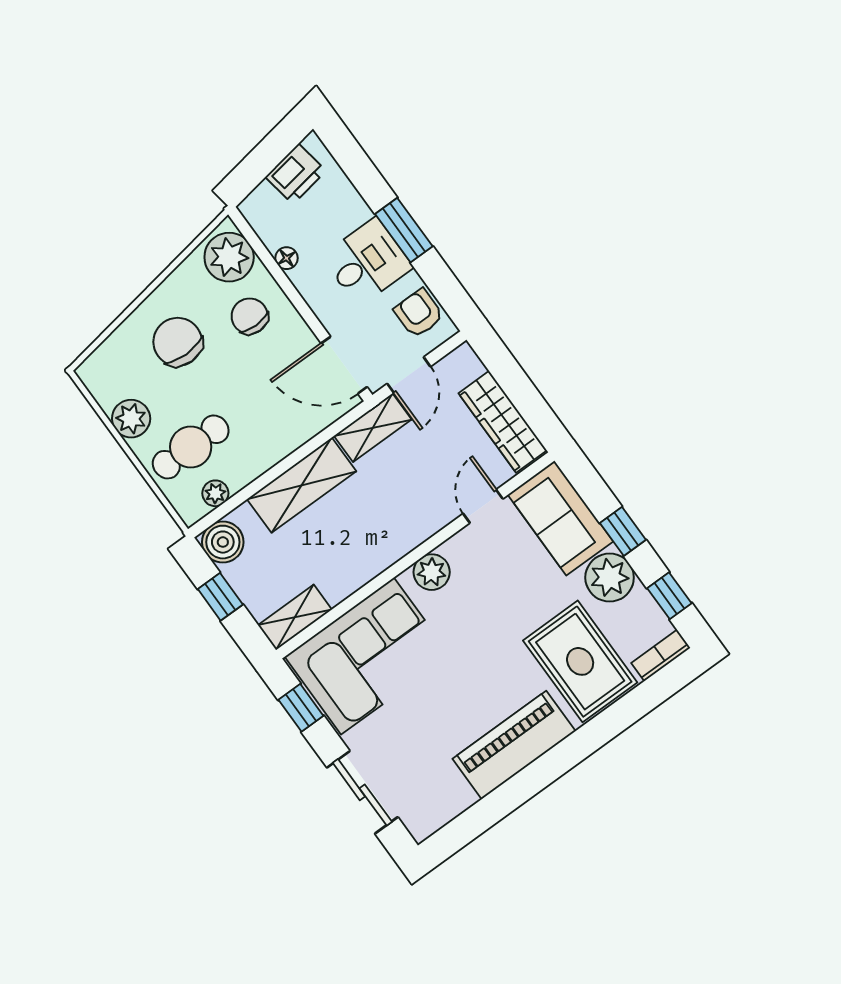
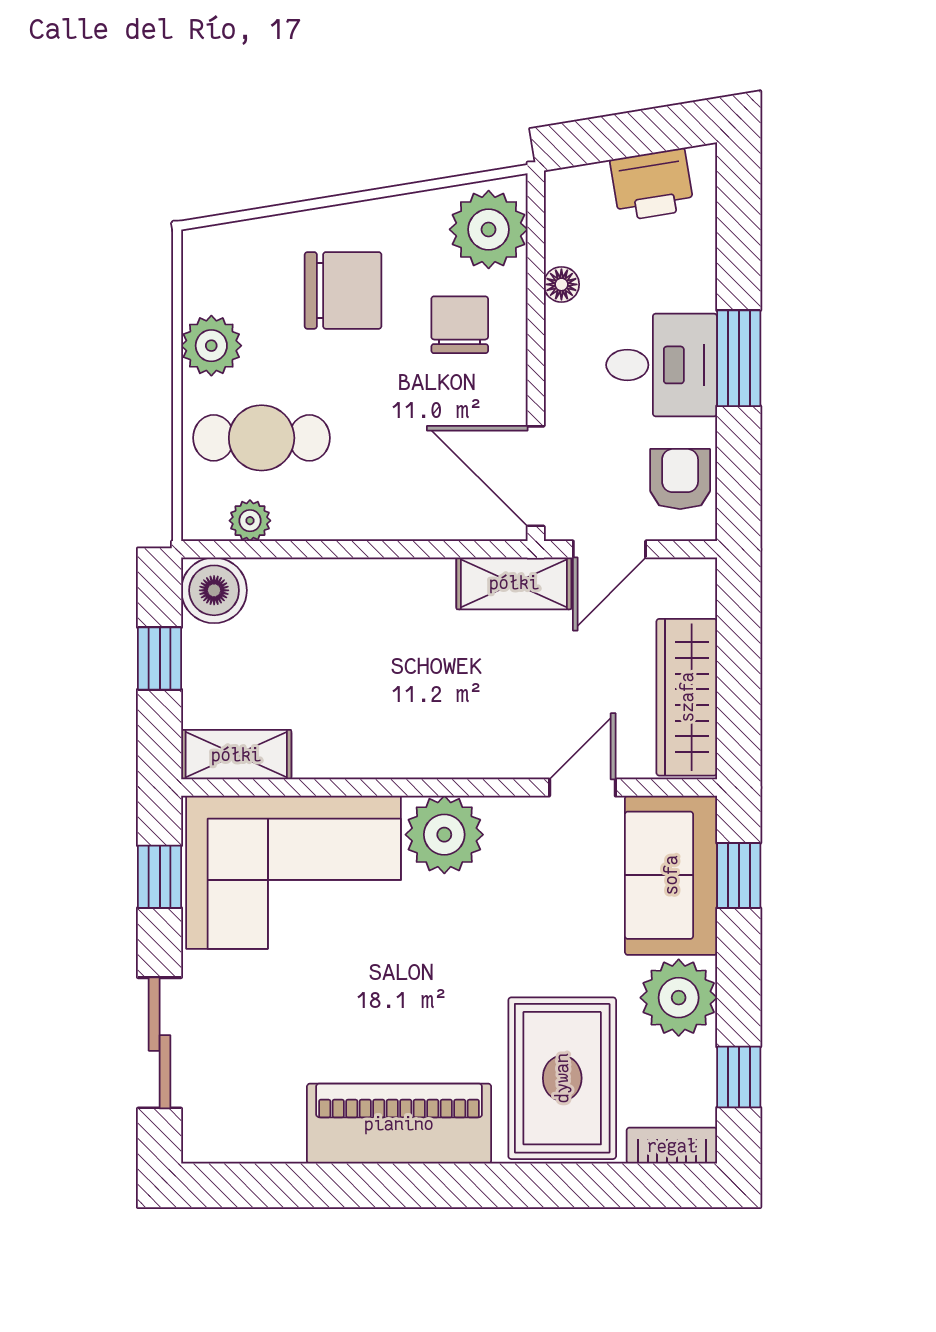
chair: (178, 342) -> (343, 290), turned 90
shelving: (302, 485) -> (369, 591), removed
window: (623, 531) -> (739, 876), moved
plant: (432, 572) -> (444, 835), width x1.36, depth x1.36

